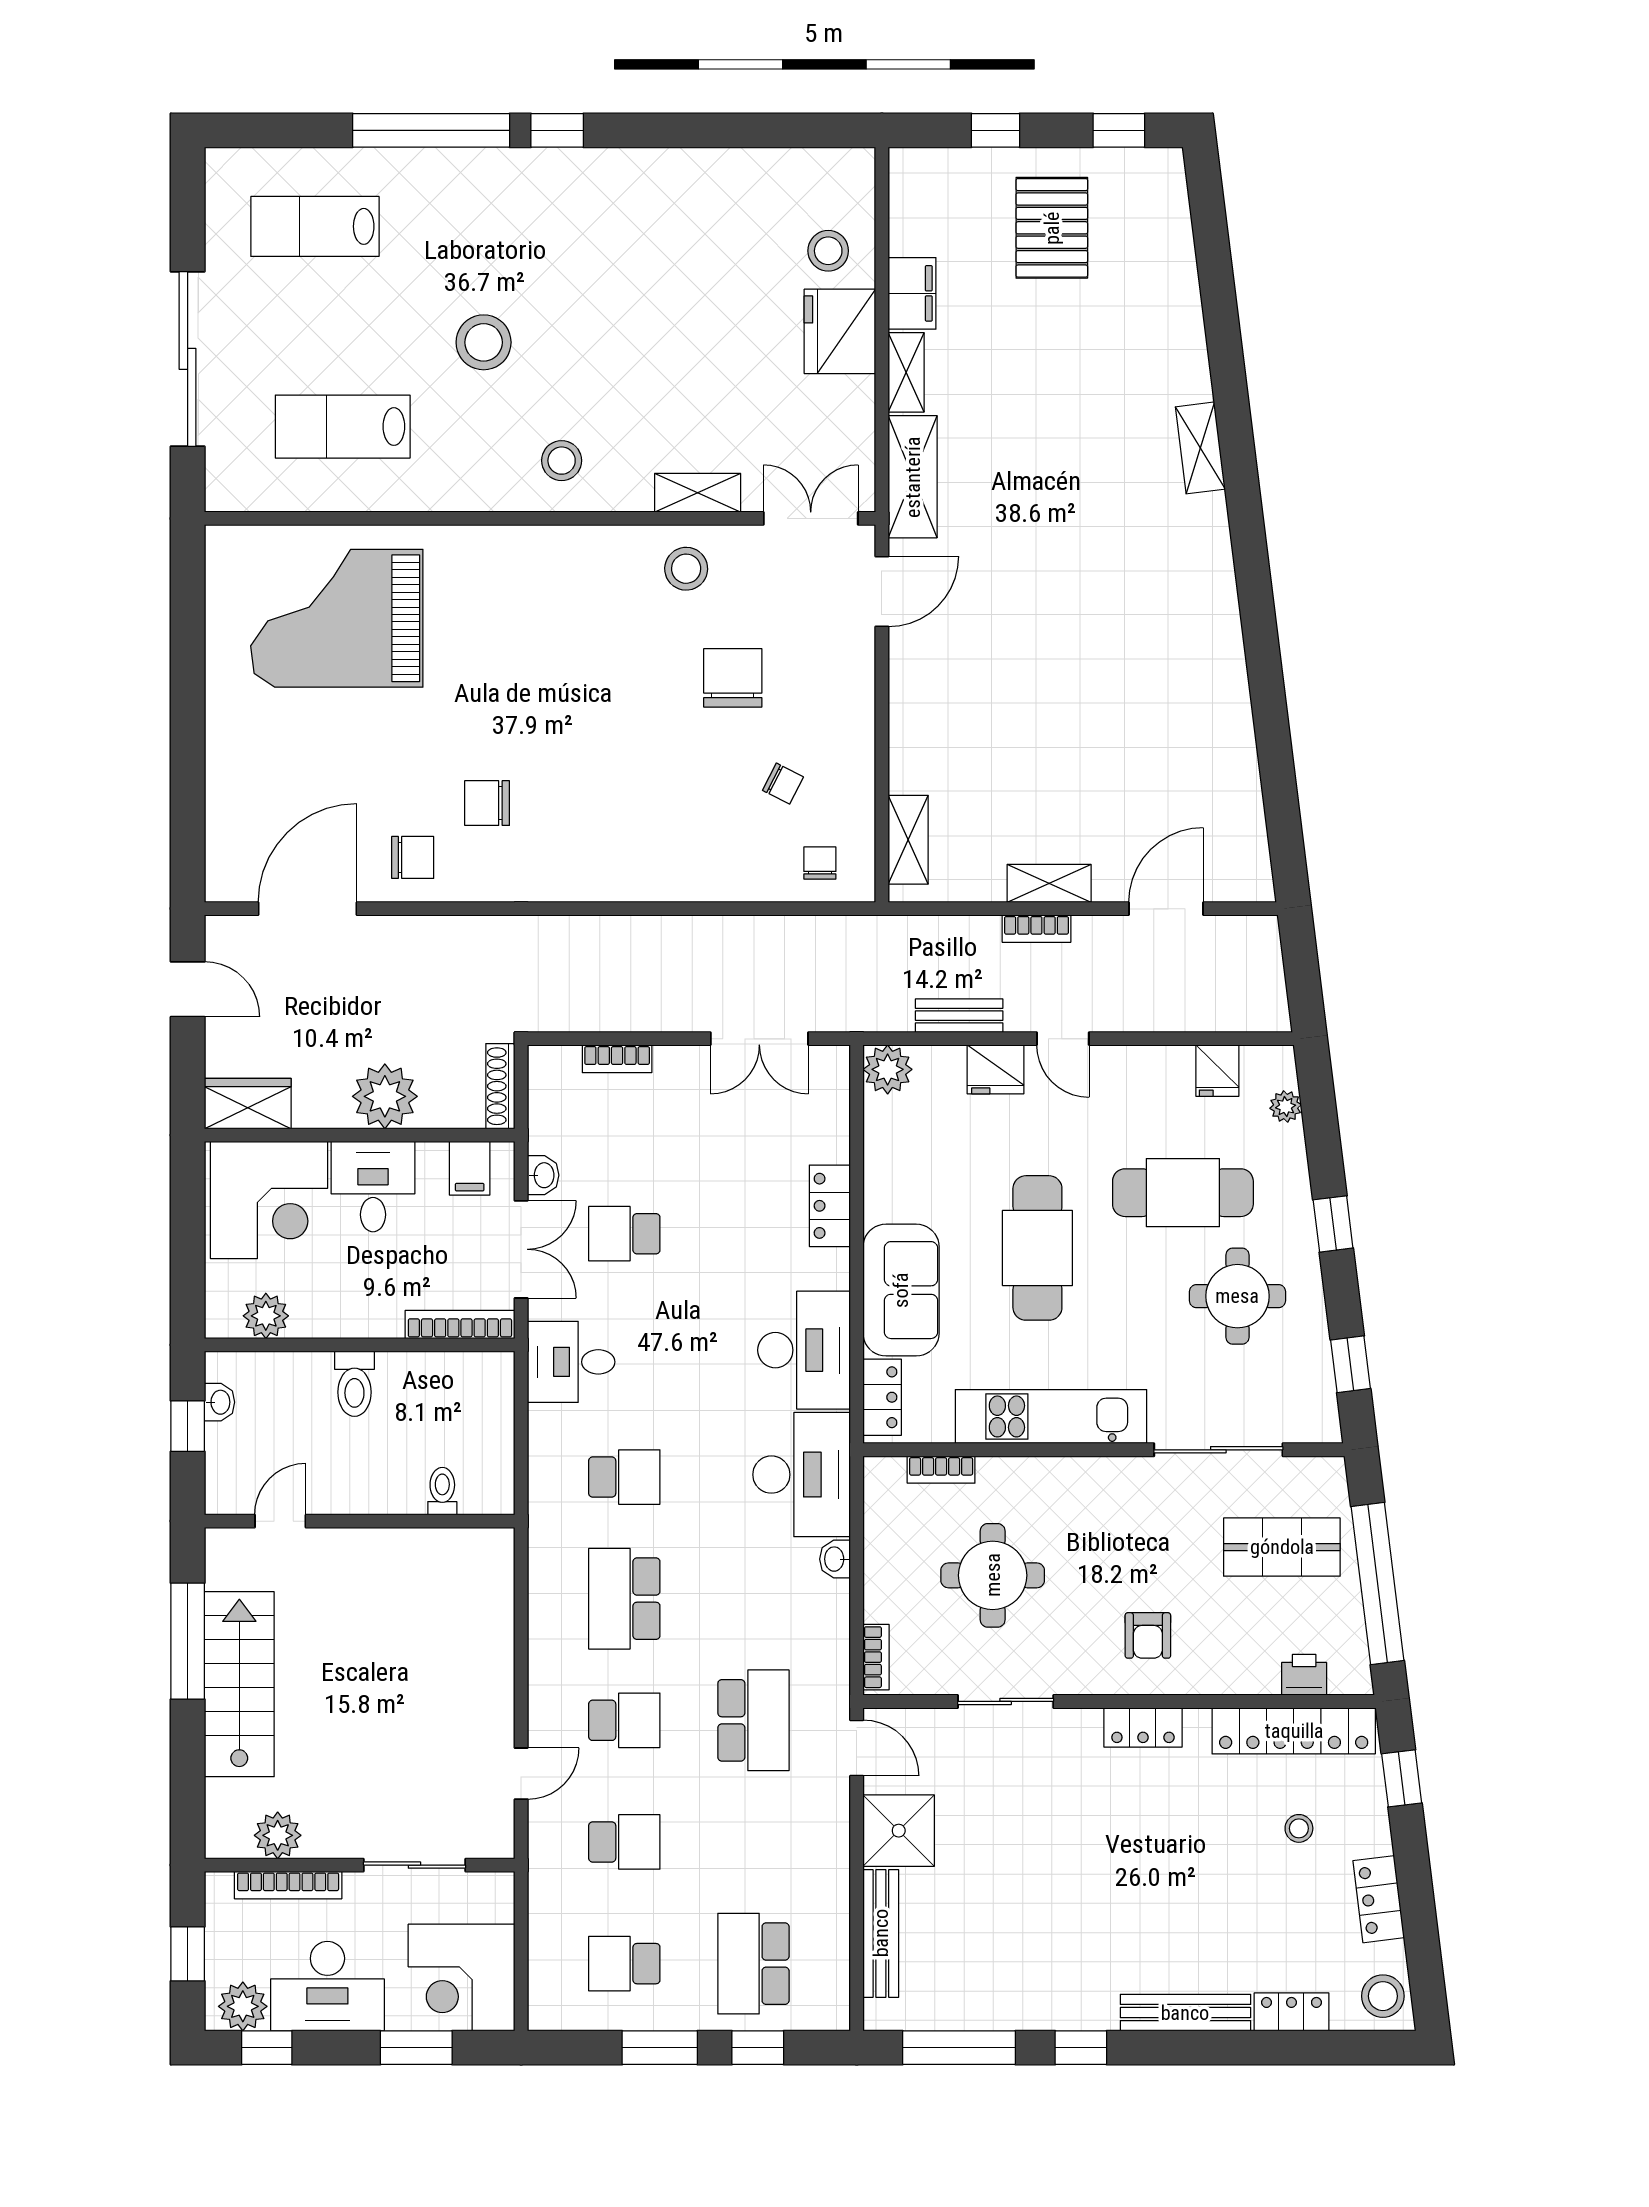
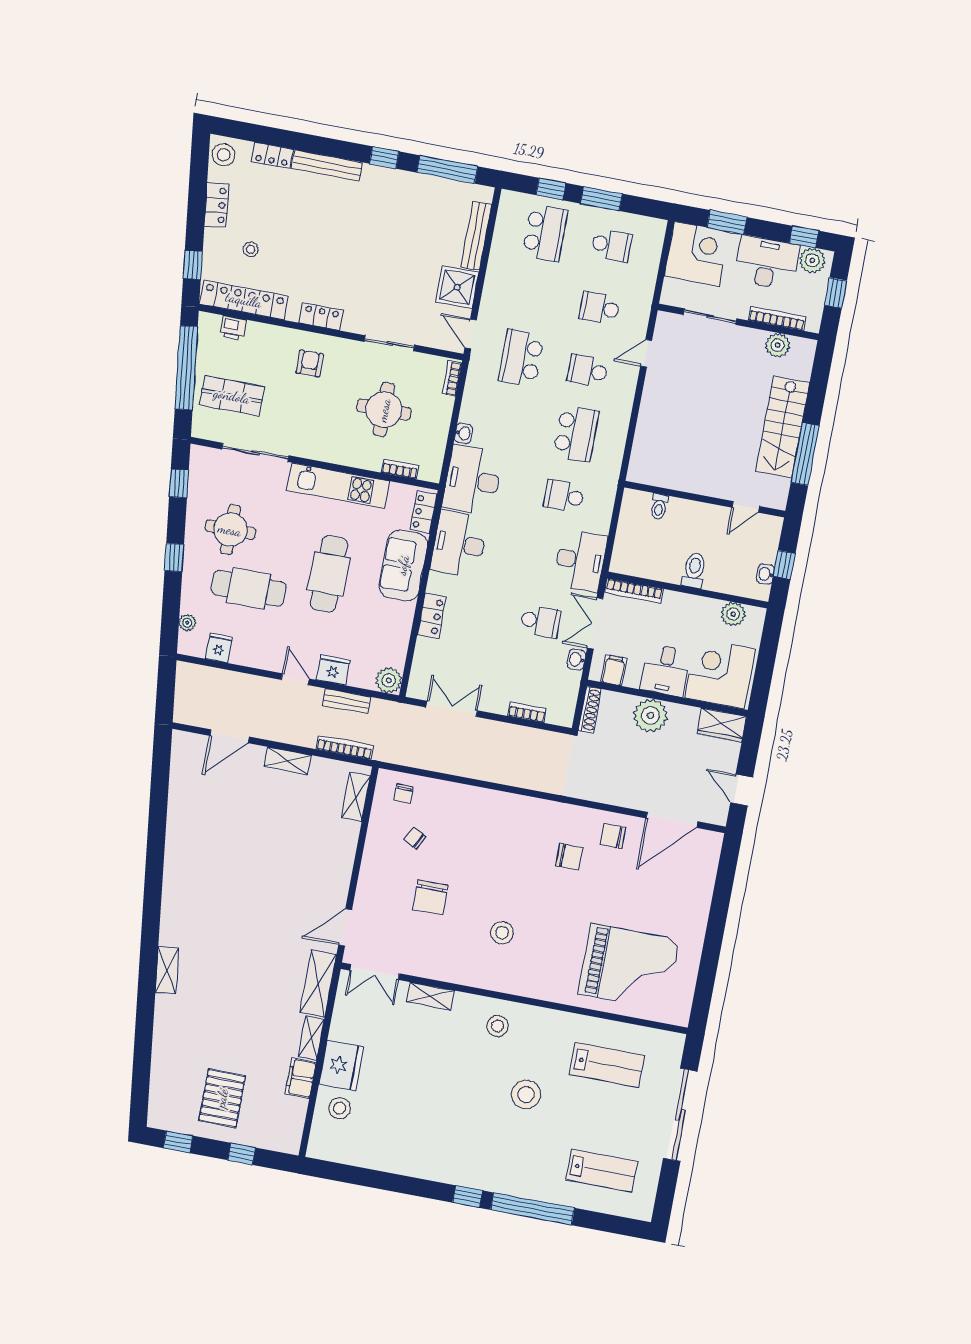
stool: (686, 569) -> (502, 933), moved
bookcase: (1036, 929) -> (345, 747), moved, width x1.56
desk: (571, 1362) -> (580, 561), width x1.37

